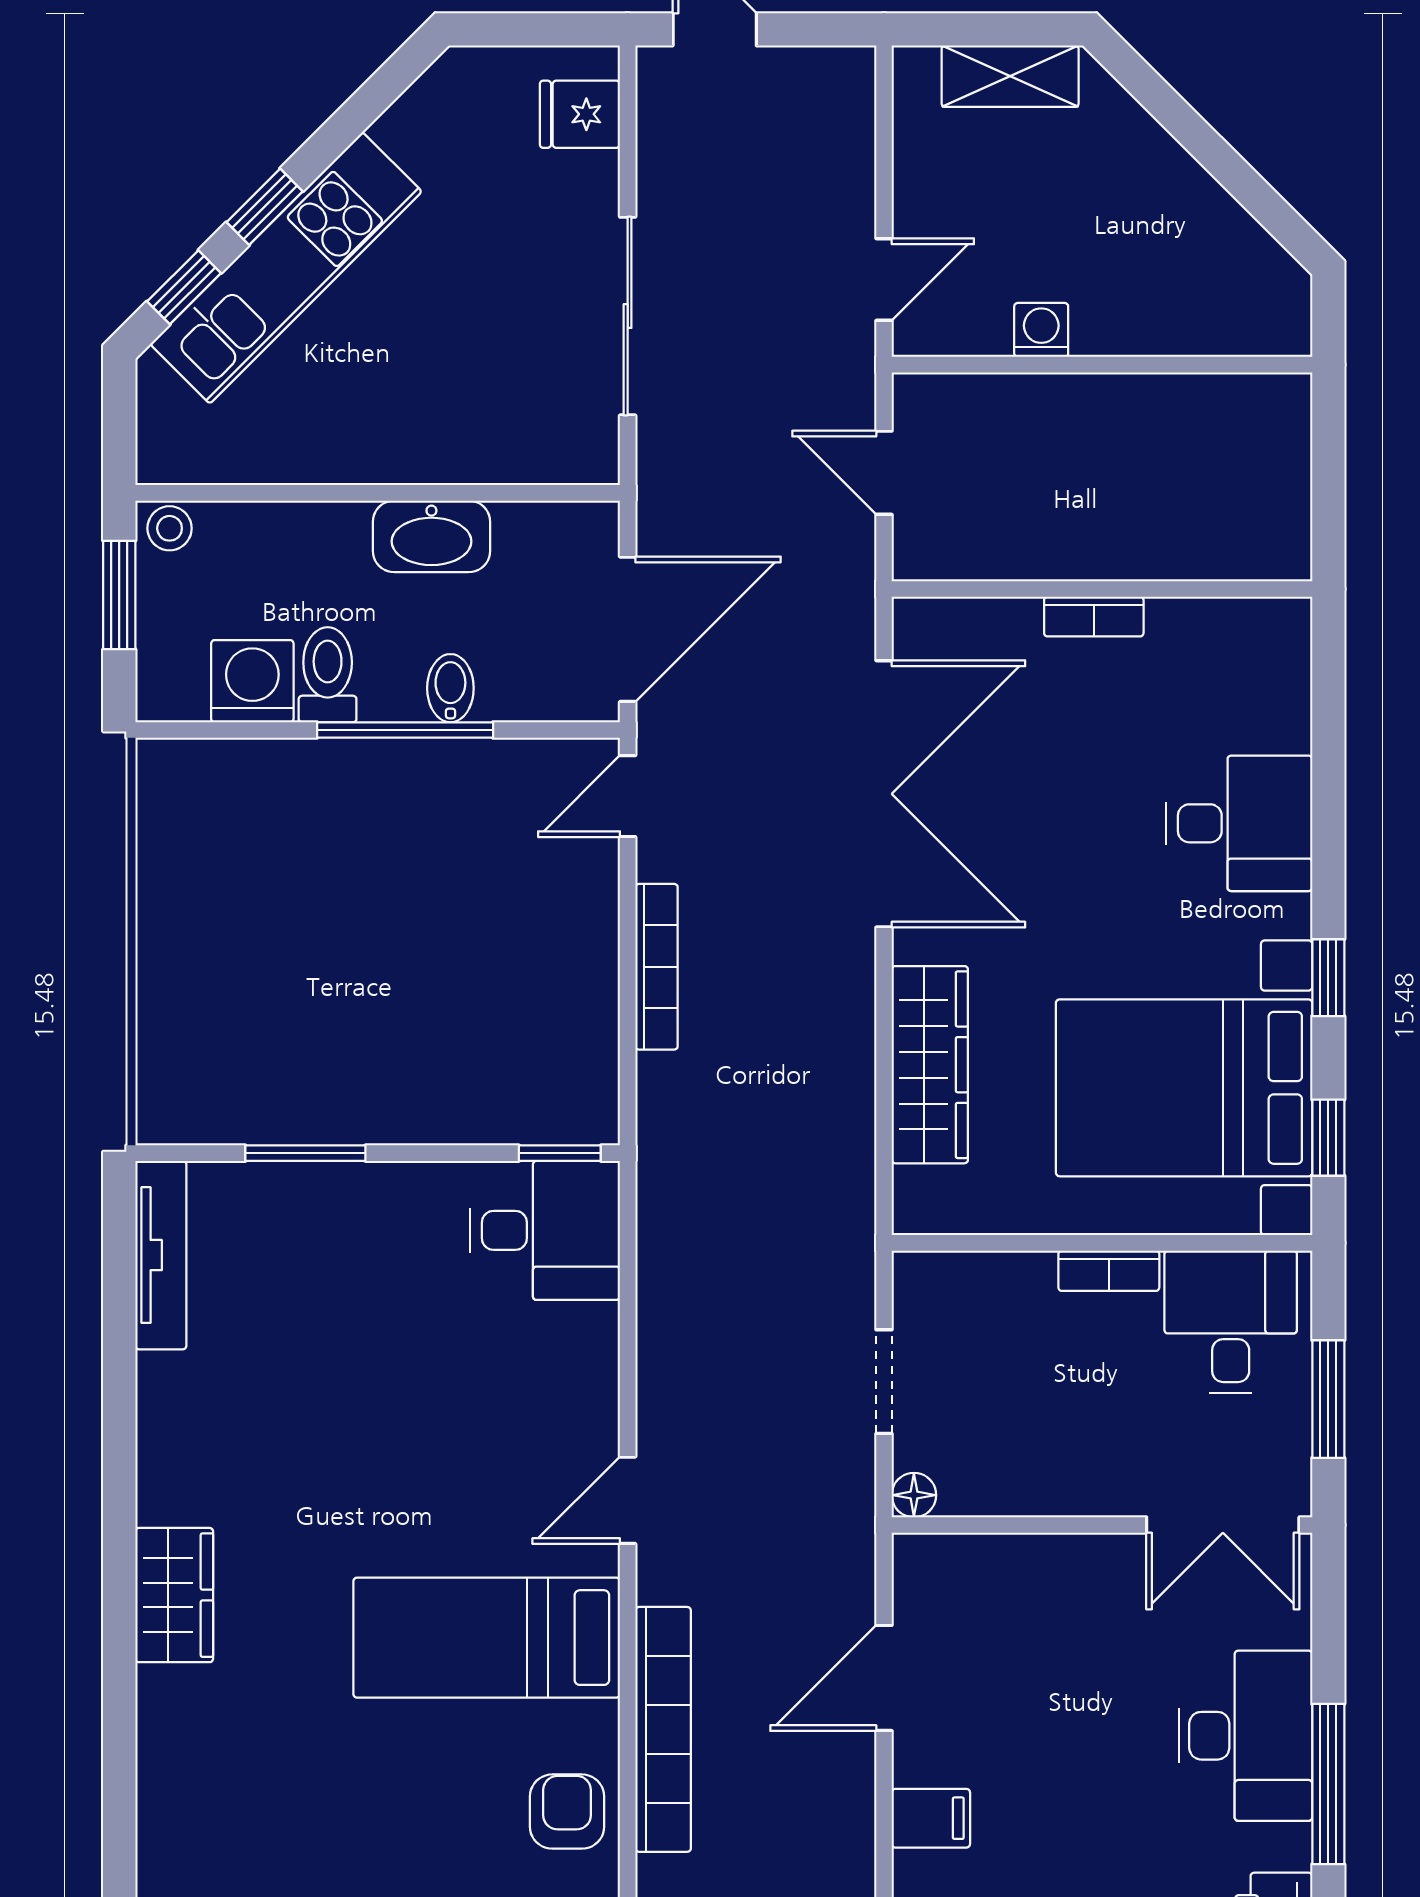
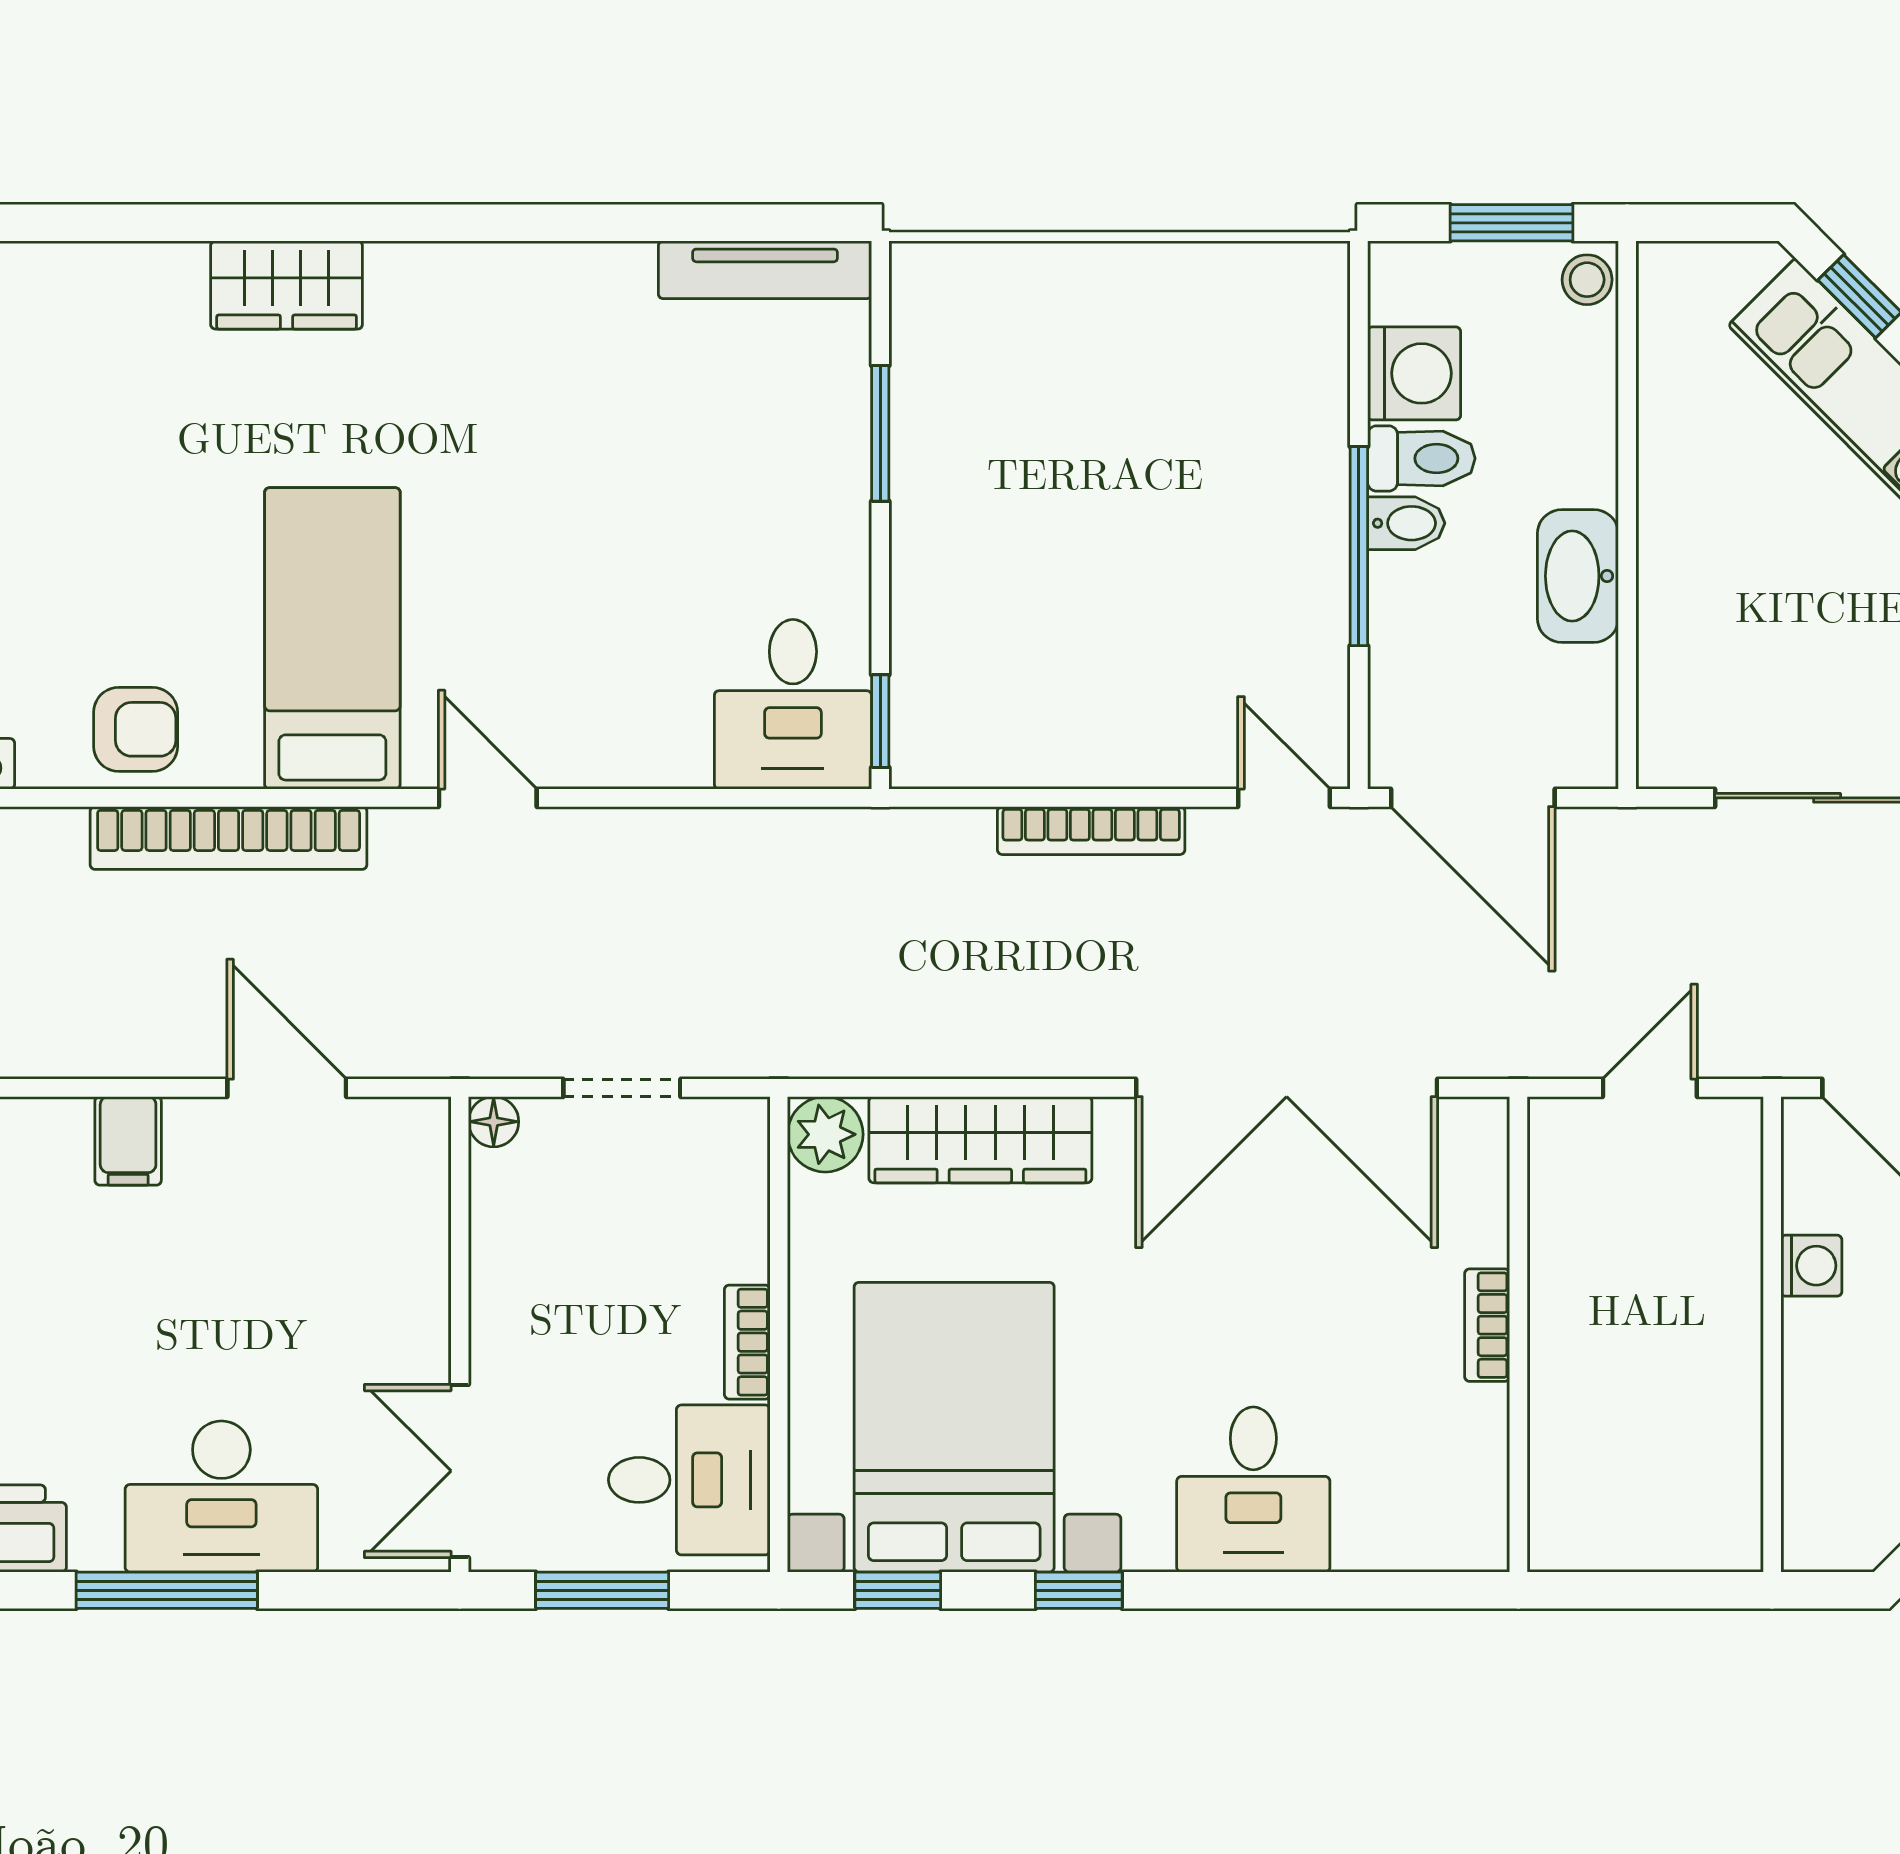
bidet: (450, 688) -> (1406, 523), moved
plant: (925, 1202) -> (825, 1134), added
wardrobe: (174, 1595) -> (287, 285), moved

